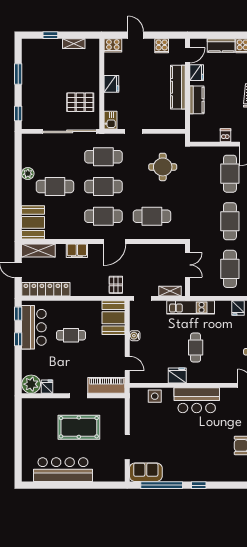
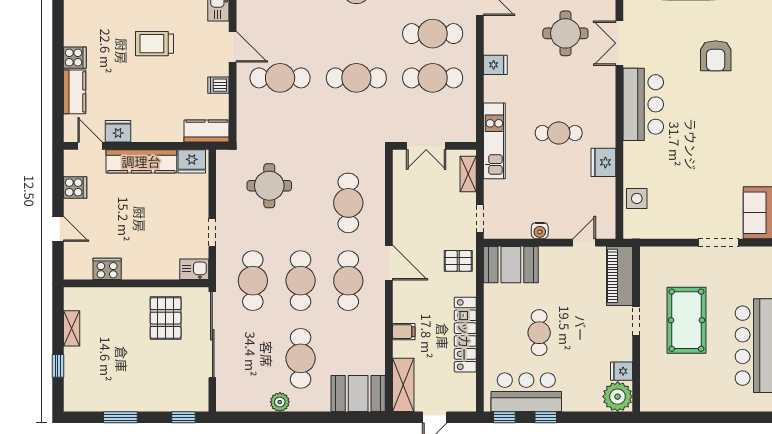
door: (136, 35) -> (58, 229), swing flipped
cooker: (113, 45) -> (107, 269), moved, turned -90
fridge: (111, 84) -> (192, 161), moved, turned 180
kitchen counter: (197, 100) -> (207, 131), moved
filing cabinet: (77, 251) -> (404, 332), width x0.50
double door: (188, 265) -> (426, 146), swing flipped
locker: (46, 289) -> (465, 335), moved
bar counter: (197, 400) -> (643, 104), moved

